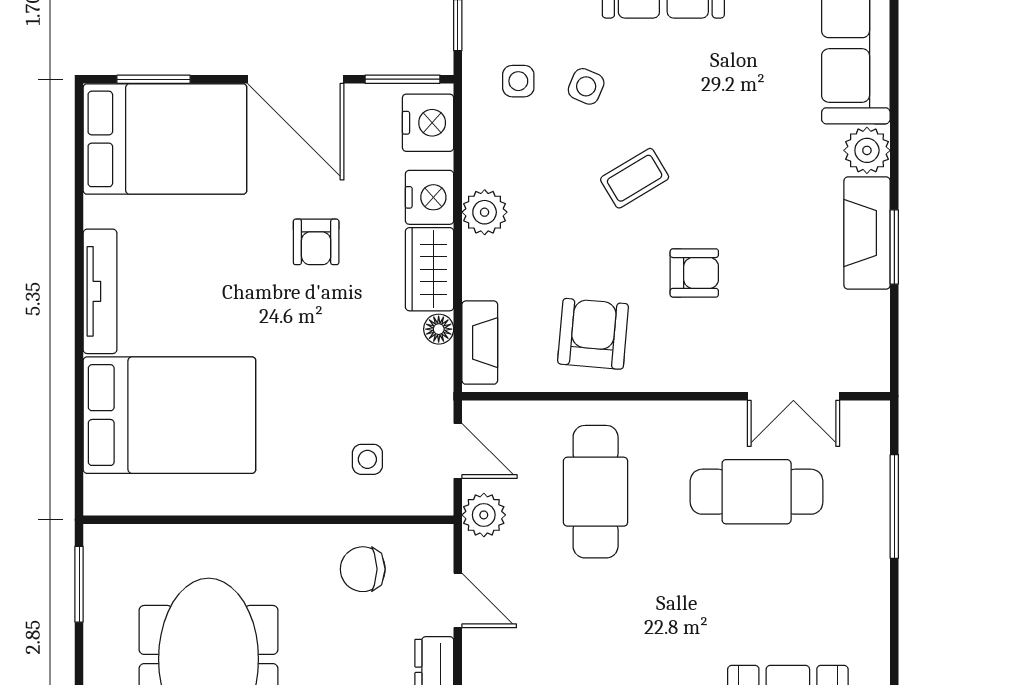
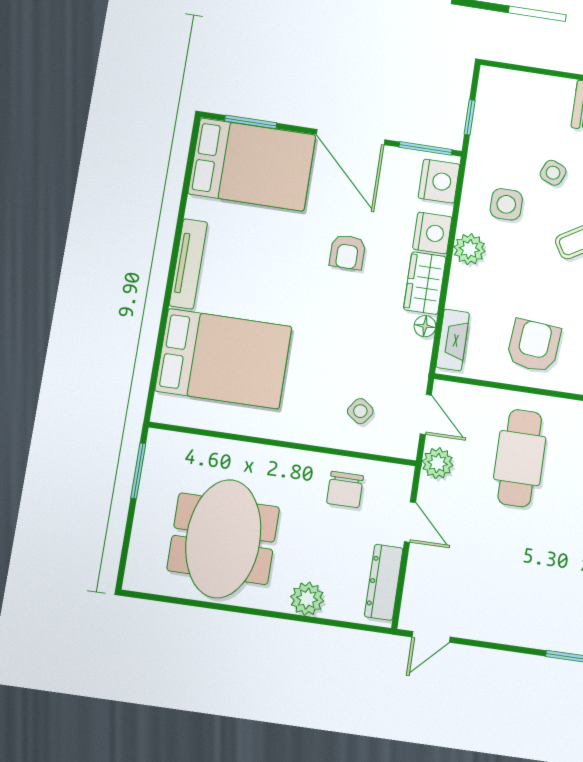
side table: (518, 81) -> (506, 204), moved, width x1.37, depth x1.37
side table: (367, 459) -> (360, 411), turned 36
chair: (363, 569) -> (345, 490), turned -90

